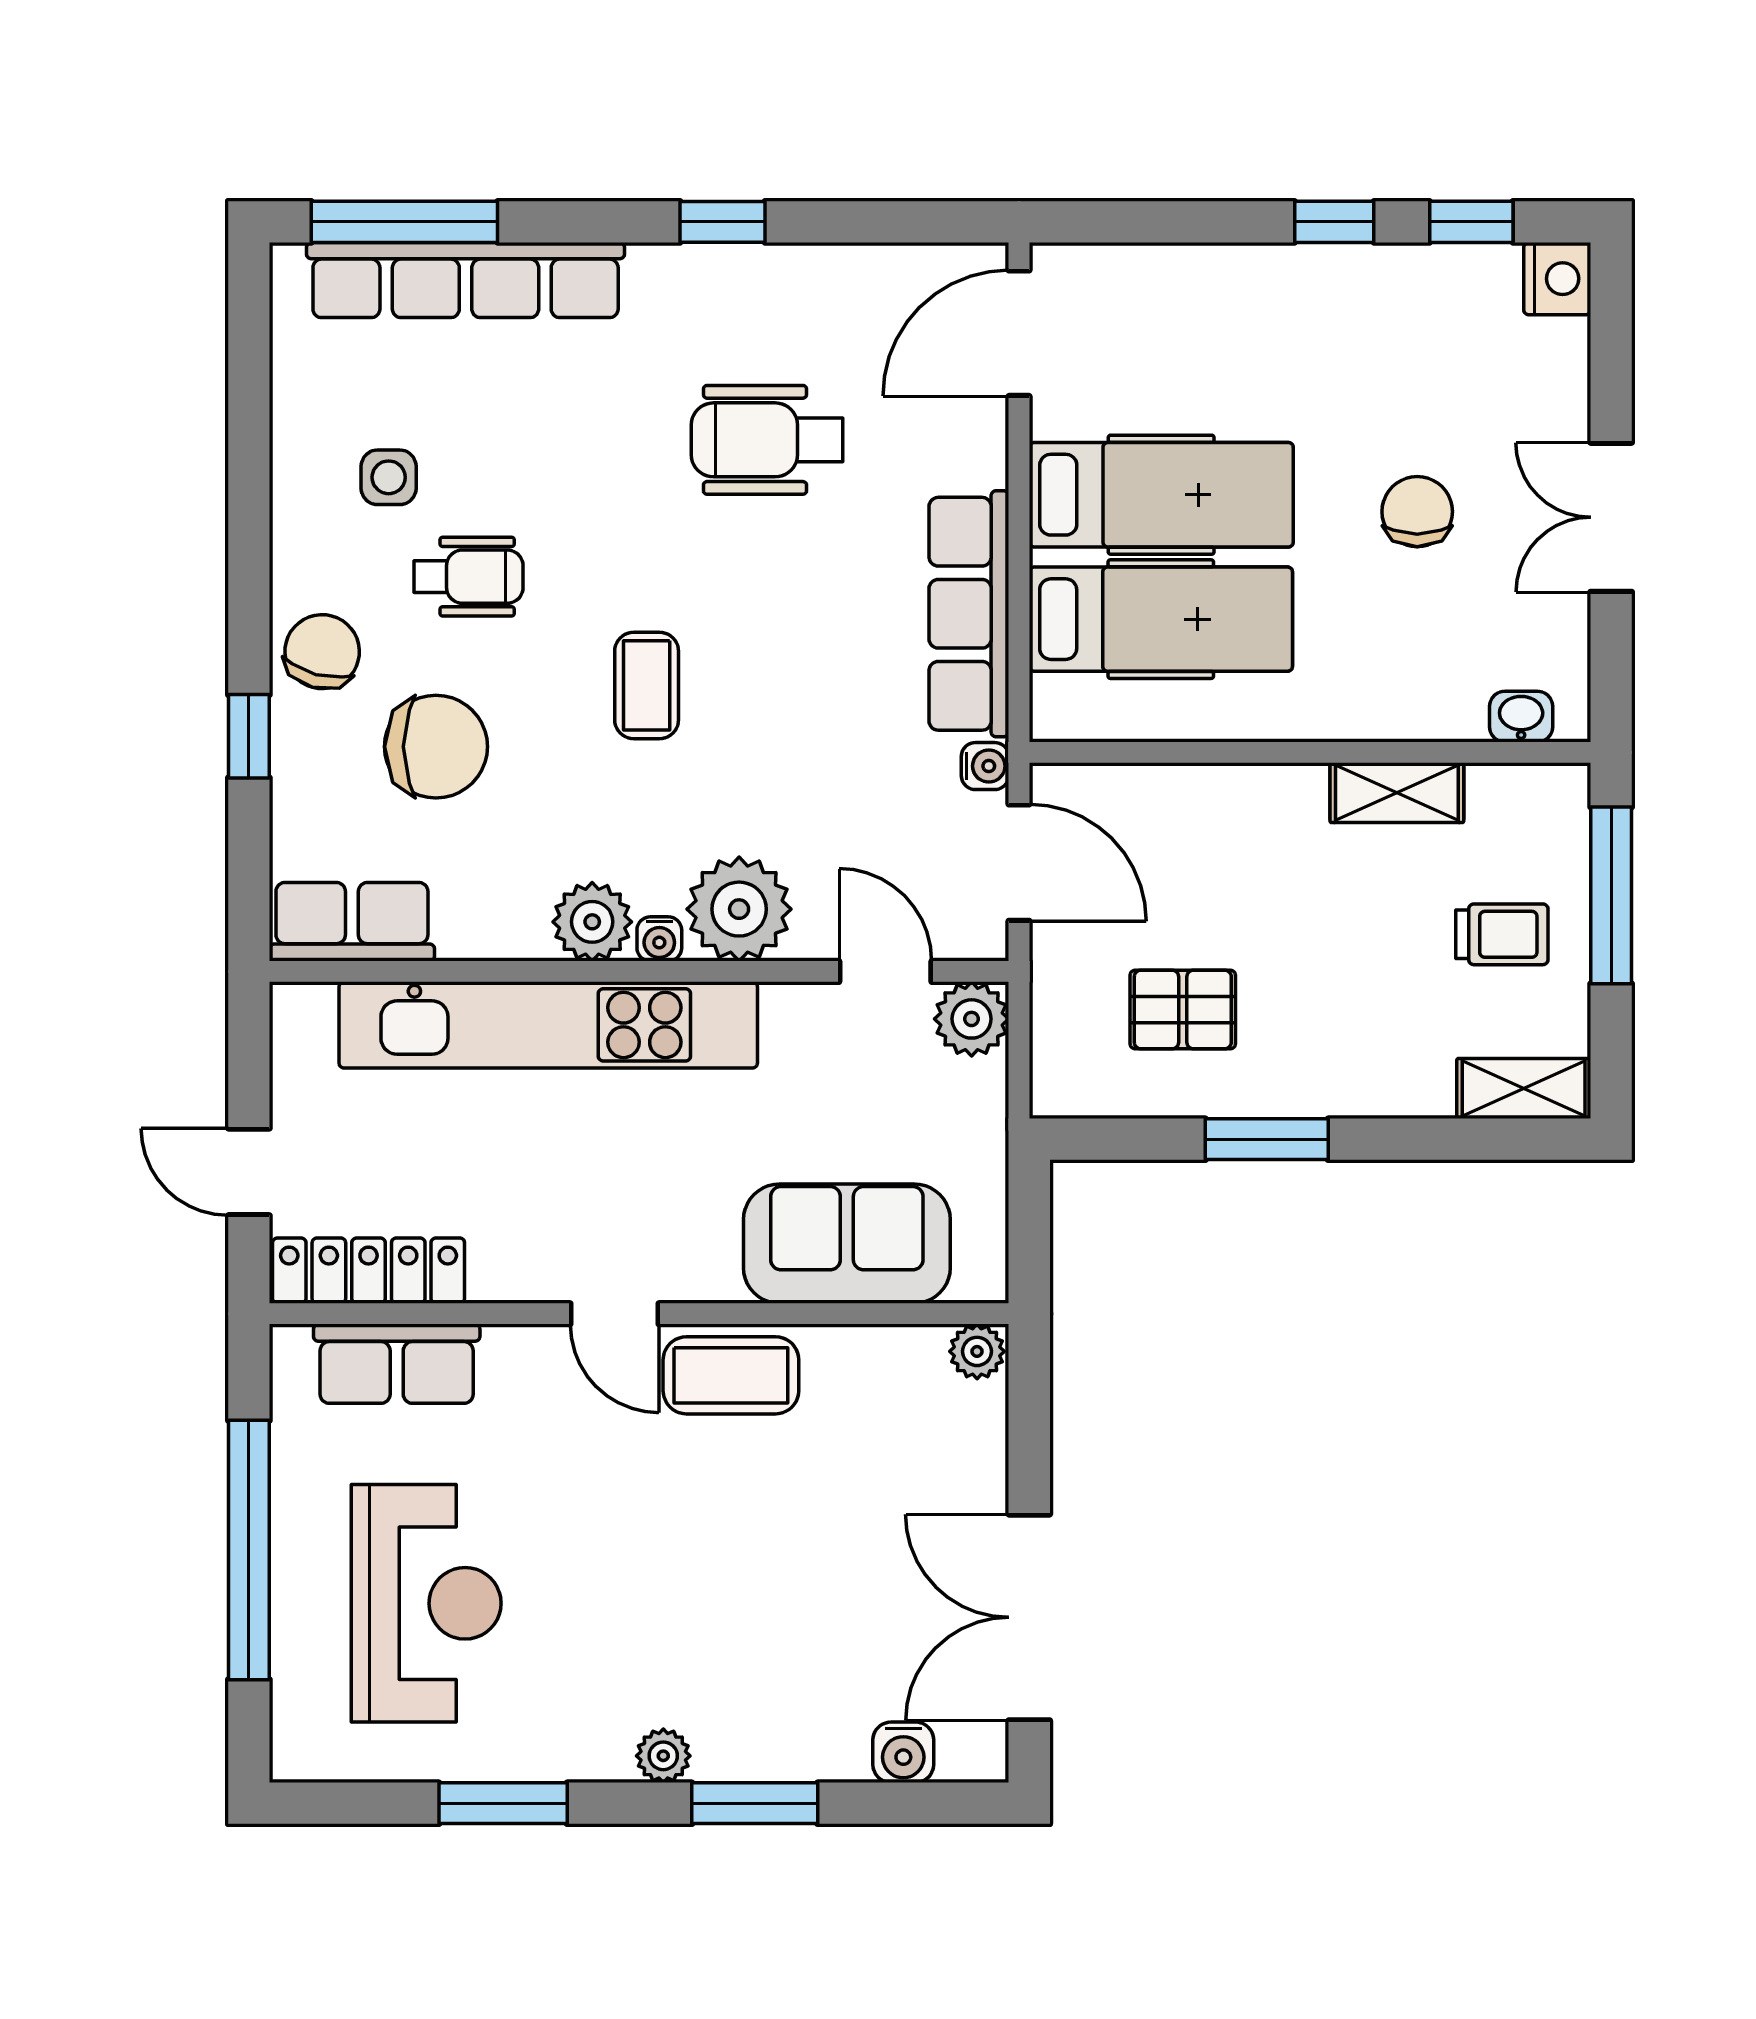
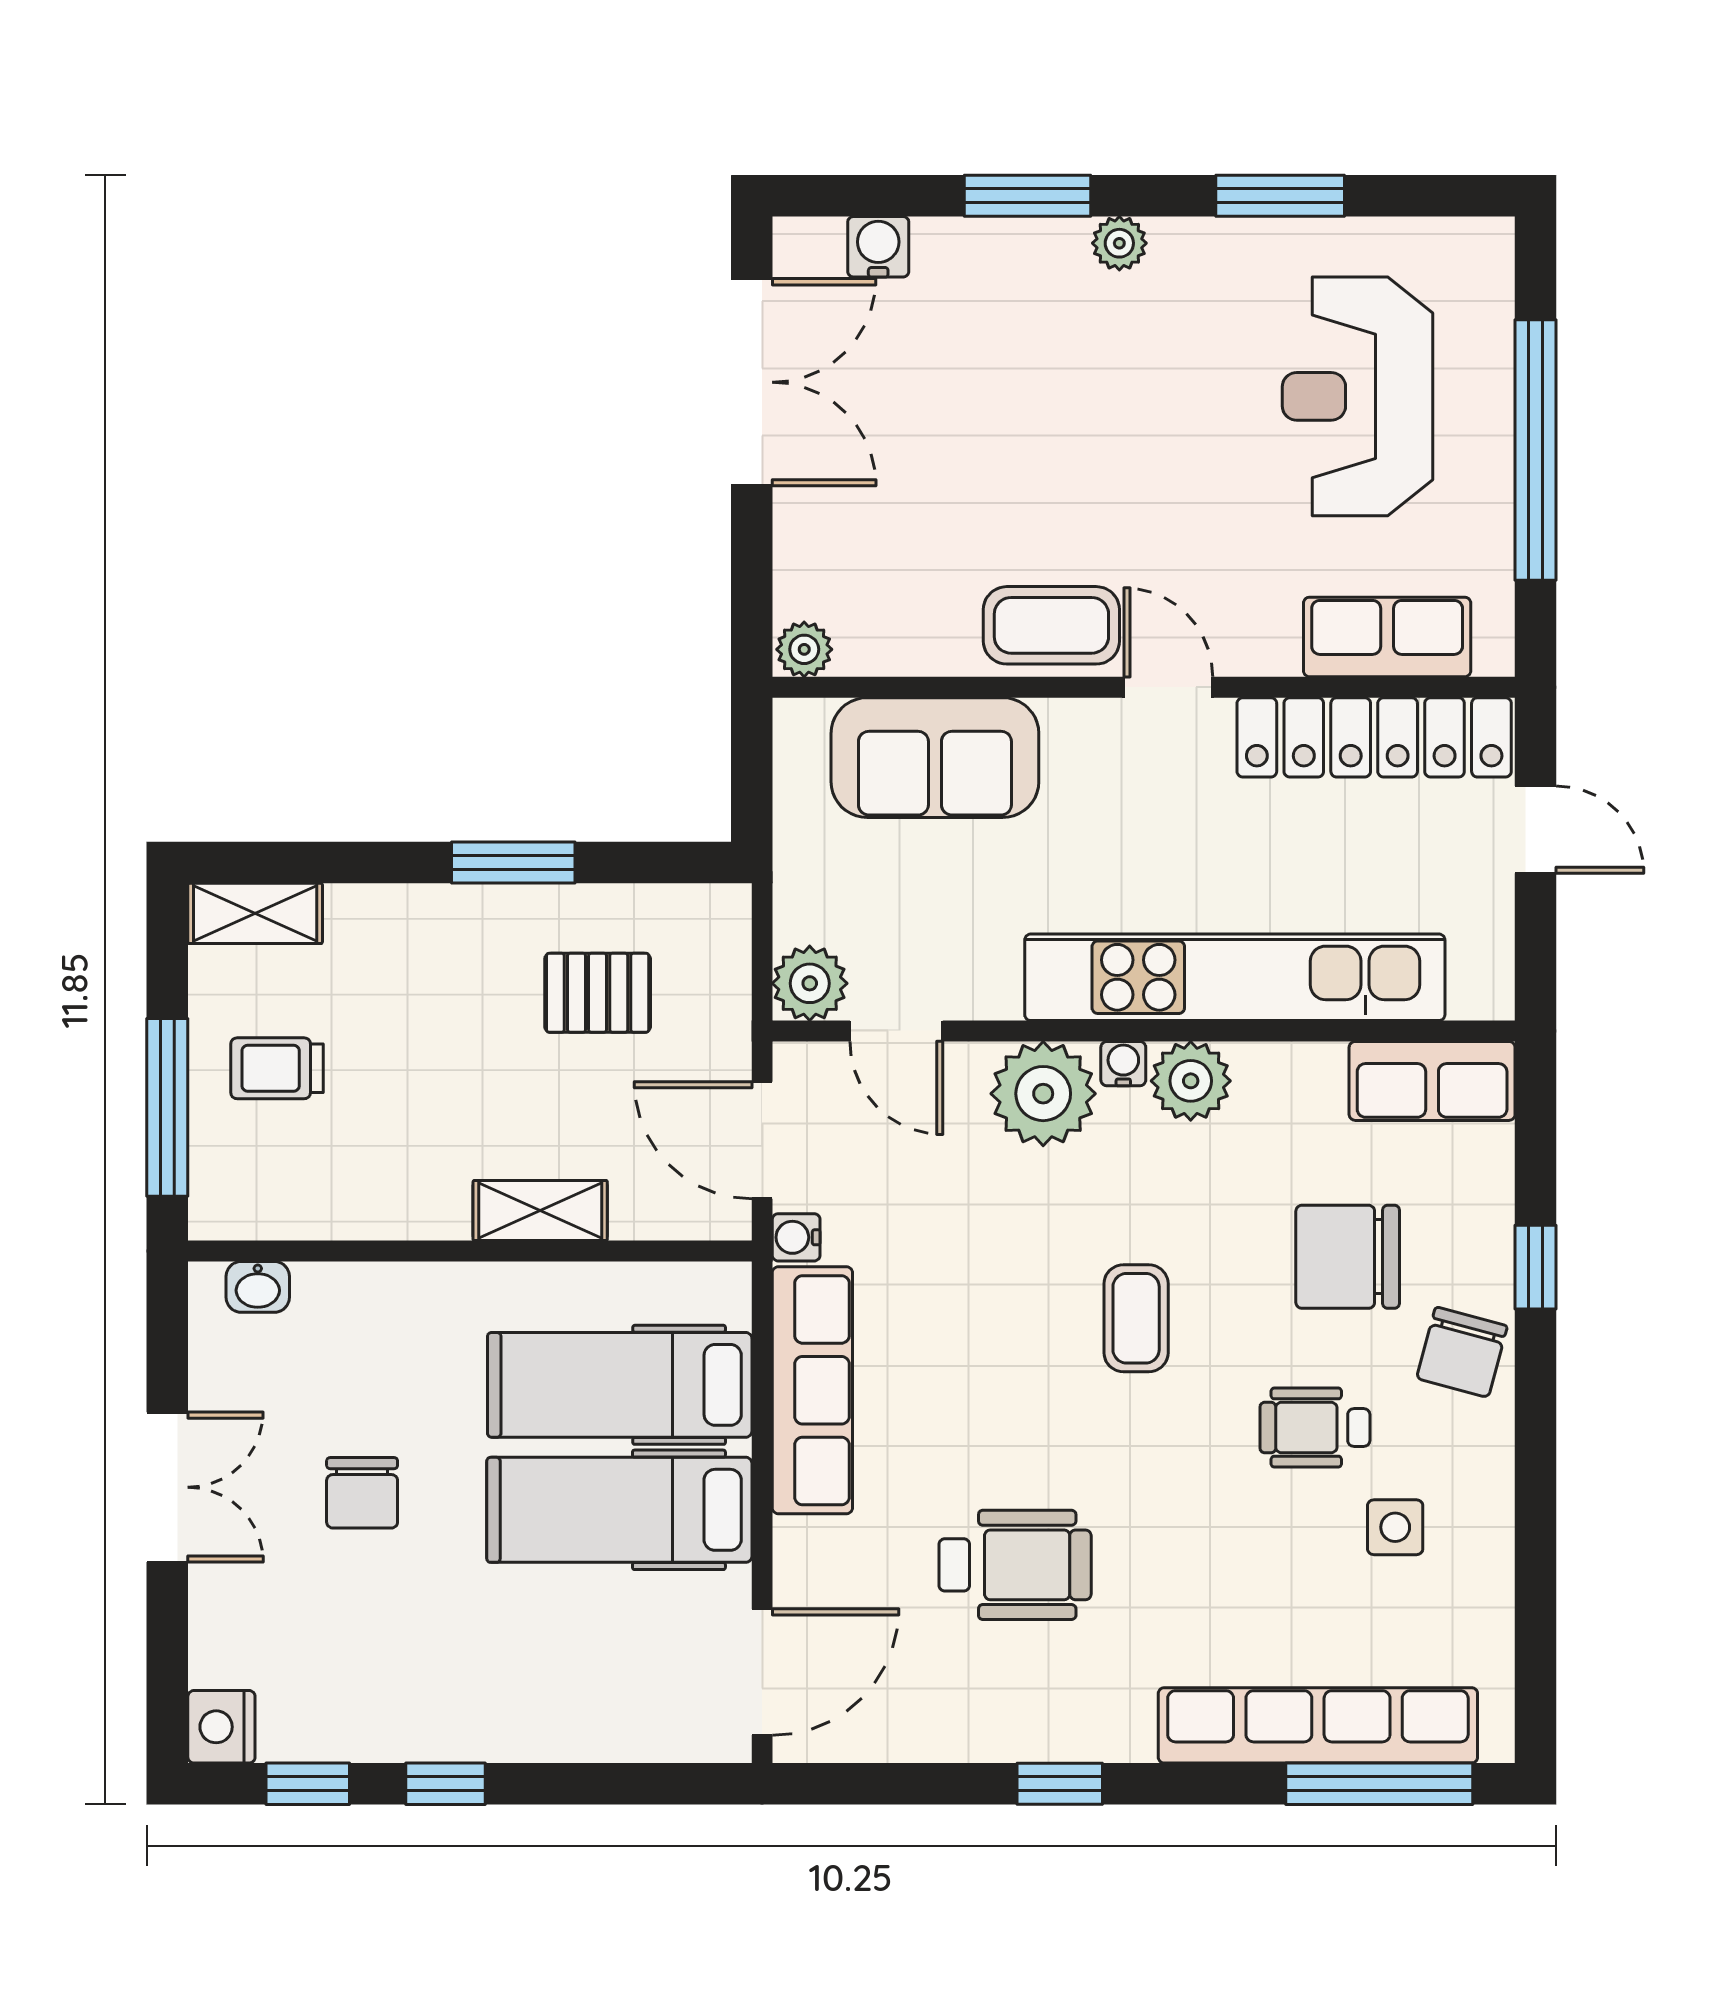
shelving: (1397, 793) -> (540, 1211), moved
locker: (369, 1271) -> (1374, 737), width x1.41, depth x1.21

